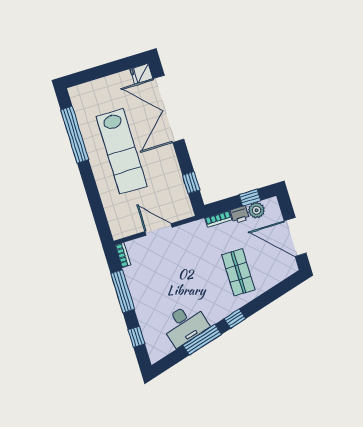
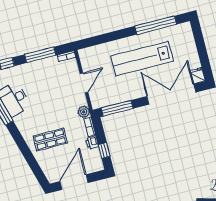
window: (191, 183) -> (117, 108), width x2.17
plant: (256, 210) -> (84, 112), moved
window: (235, 319) -> (17, 136), removed

